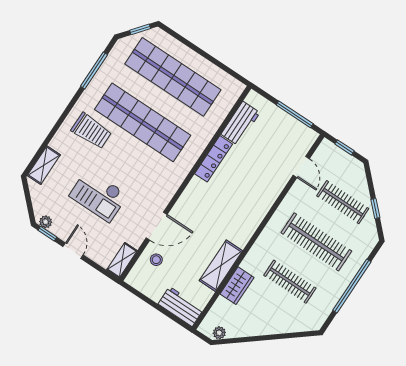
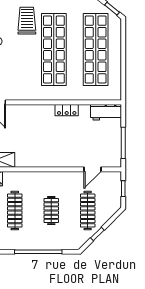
workbench: (240, 123) -> (106, 112), moved
trolley: (91, 131) -> (27, 21), turned 180
locker: (214, 159) -> (67, 110), width x0.66
clothes rail: (316, 242) -> (51, 211), width x0.54, depth x0.76

